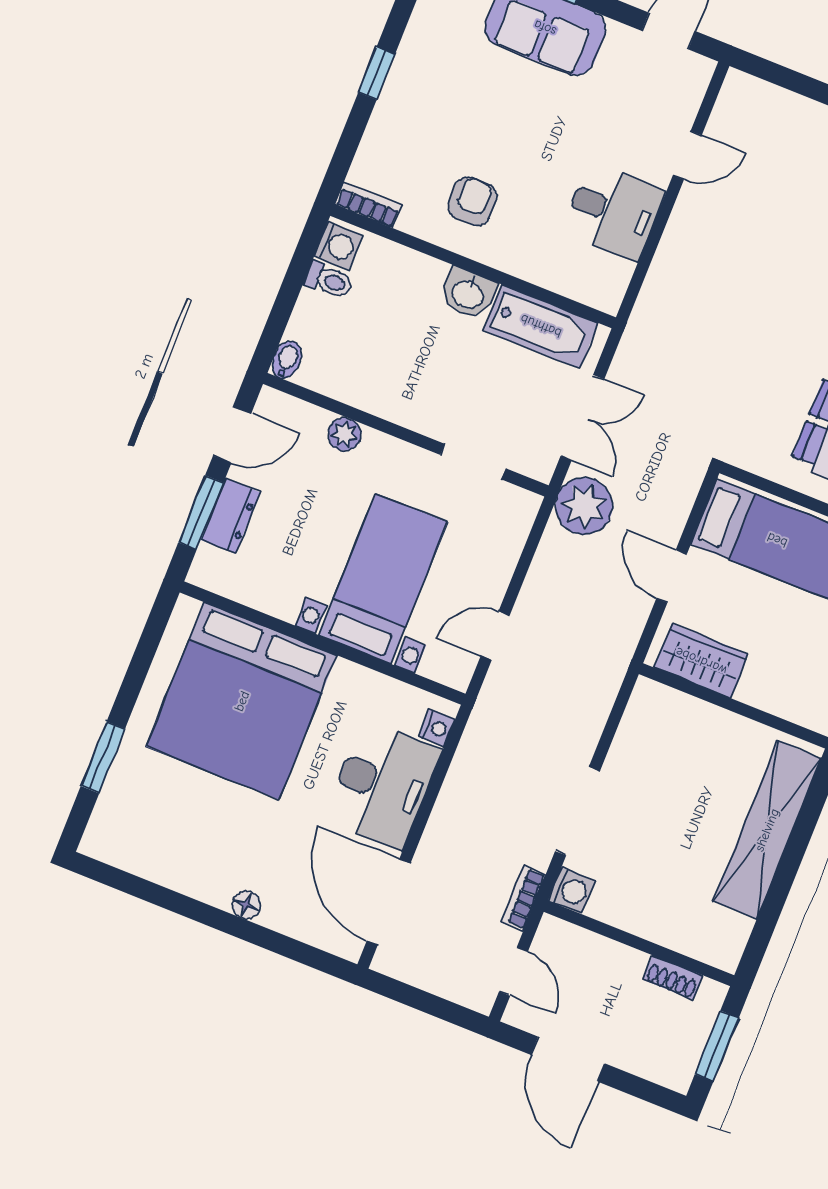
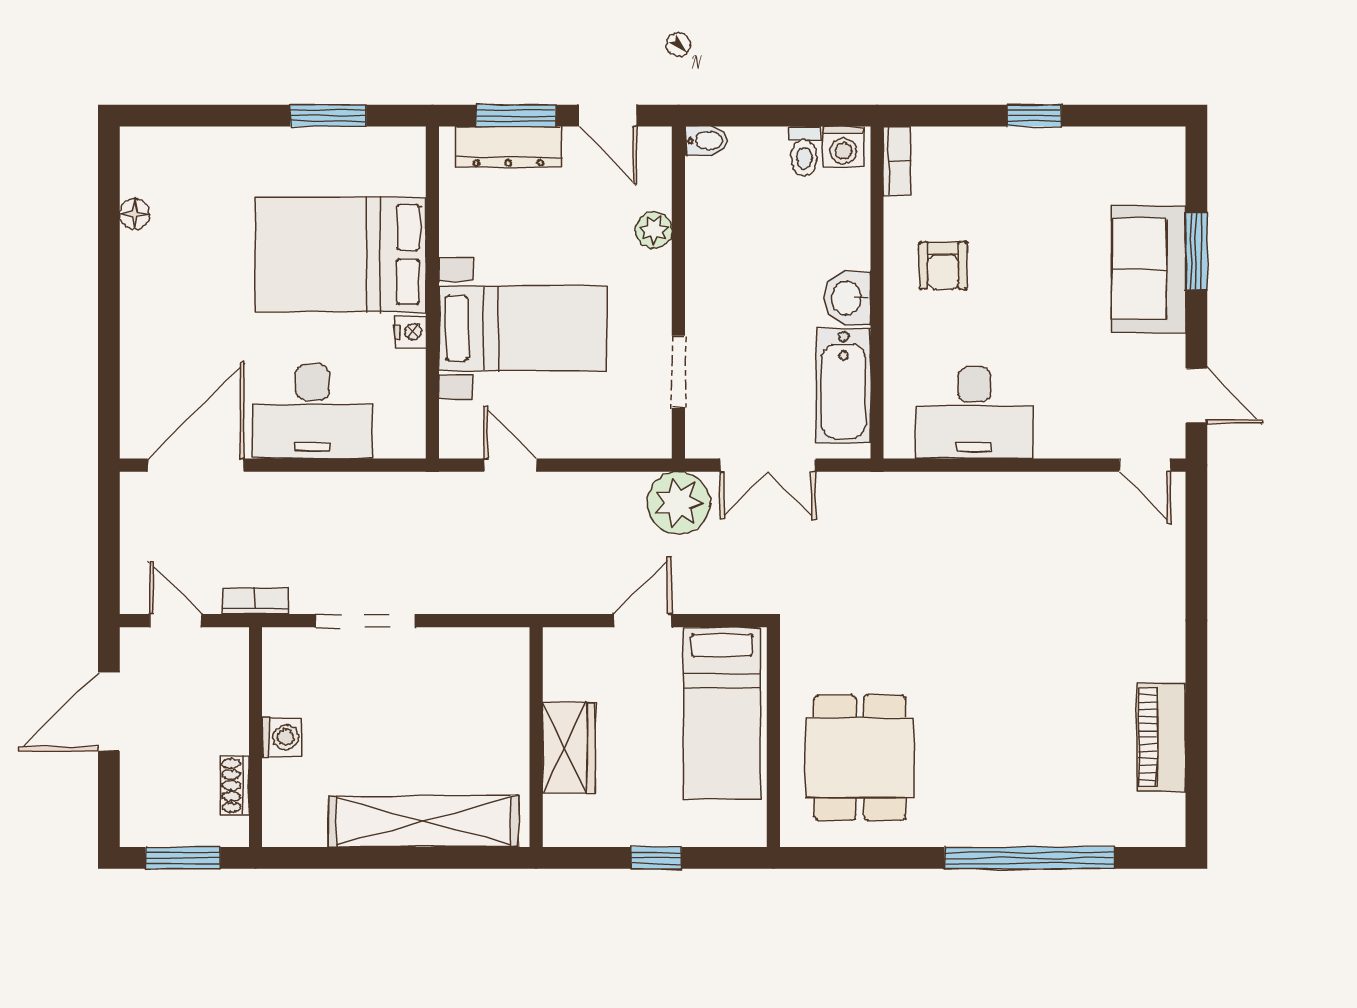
door: (687, 155) -> (1145, 465), moved
armchair: (473, 201) -> (943, 265), turned 90
desk: (613, 212) -> (974, 413), width x1.37
dresser: (230, 516) -> (508, 147), width x1.44
wardrobe: (701, 661) -> (569, 748), moved
bed: (242, 701) -> (341, 255), width x0.73
nightstand: (437, 728) -> (411, 332), moved, turned -90
window: (103, 757) -> (328, 116), moved
washing machine: (571, 891) -> (282, 737), moved, turned -90
floor lamp: (246, 905) -> (135, 214), moved
door: (513, 971) -> (176, 621), swing flipped

